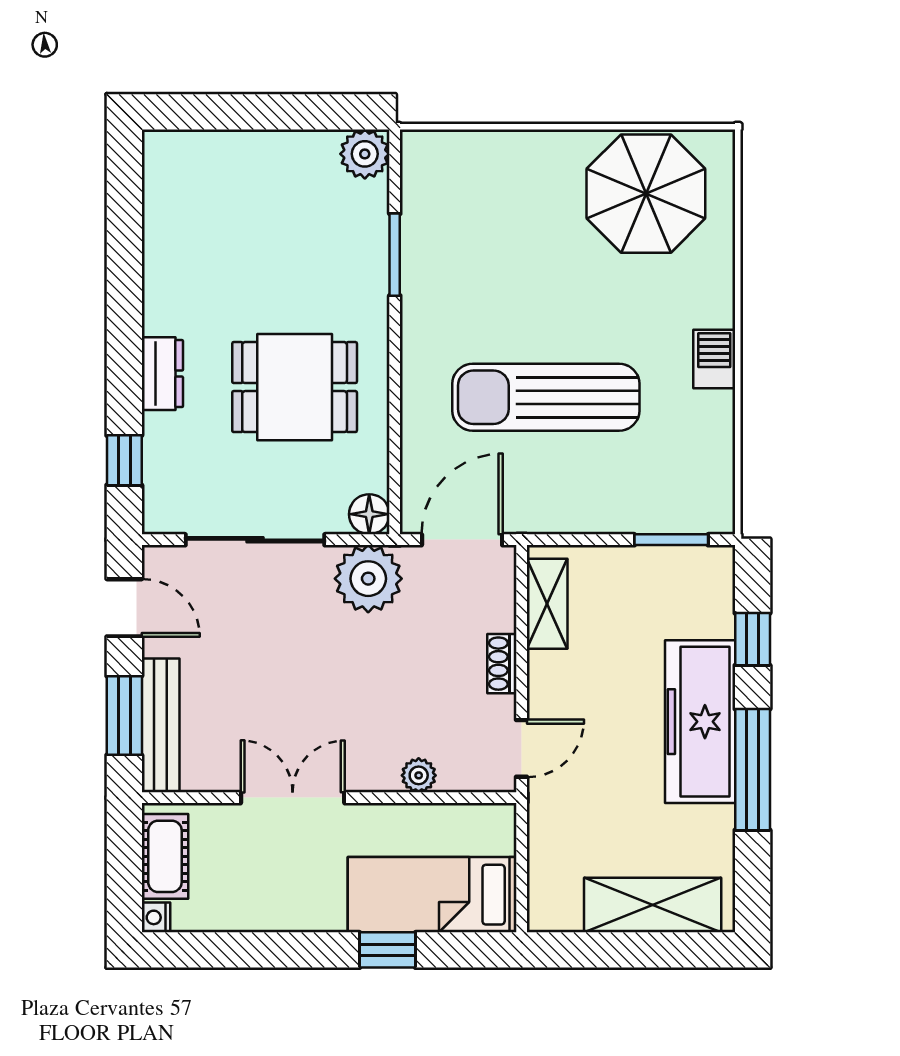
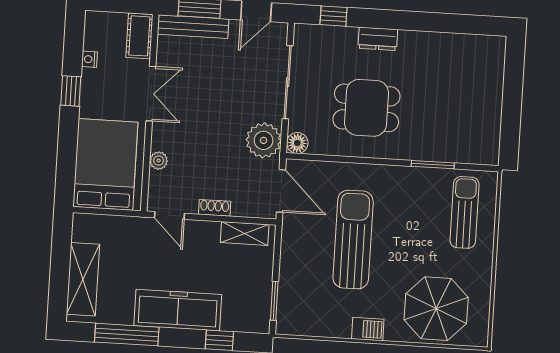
plant: (365, 154) -> (487, 152), removed
sun lounger: (482, 189) -> (464, 212), added
parasol: (646, 194) -> (436, 309), moved
dining table: (295, 387) -> (366, 108), turned 90
window: (753, 770) -> (127, 335), moved
cot: (165, 856) -> (139, 36), moved, turned 90
bed: (432, 895) -> (105, 164), width x1.50
nightstand: (156, 917) -> (89, 59), moved, turned -90
window: (387, 950) -> (71, 91), moved

